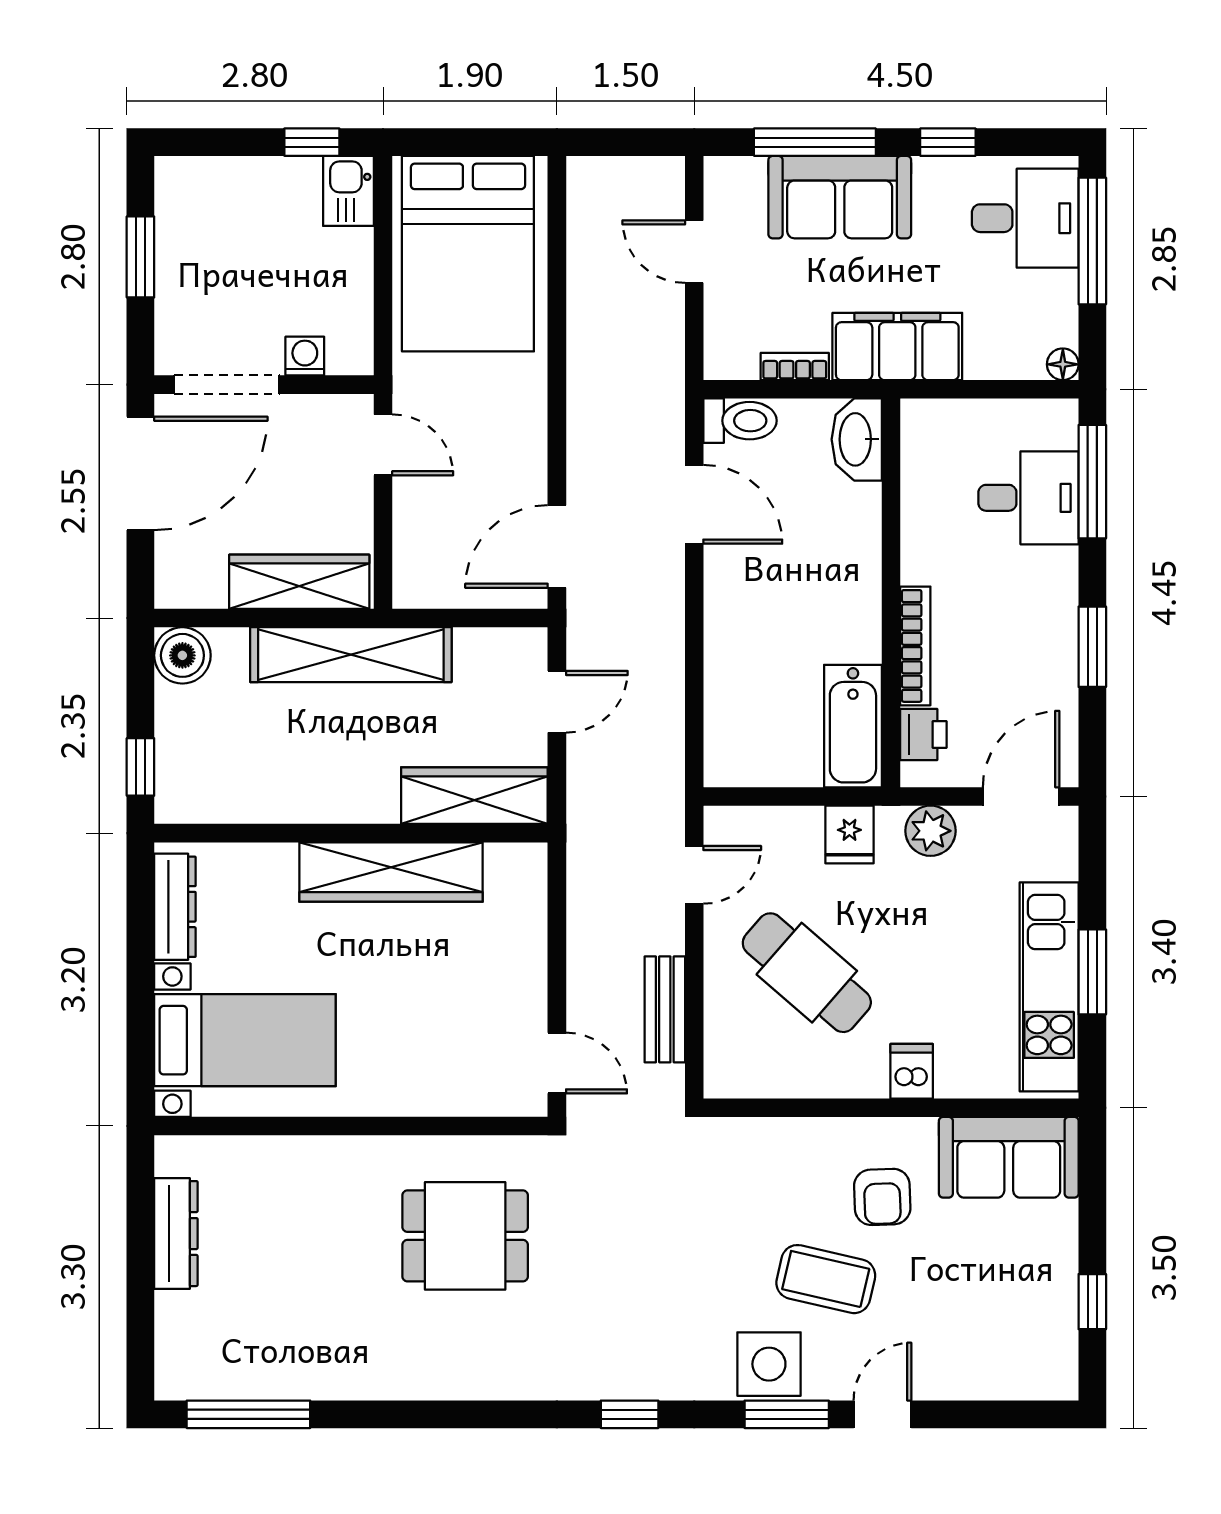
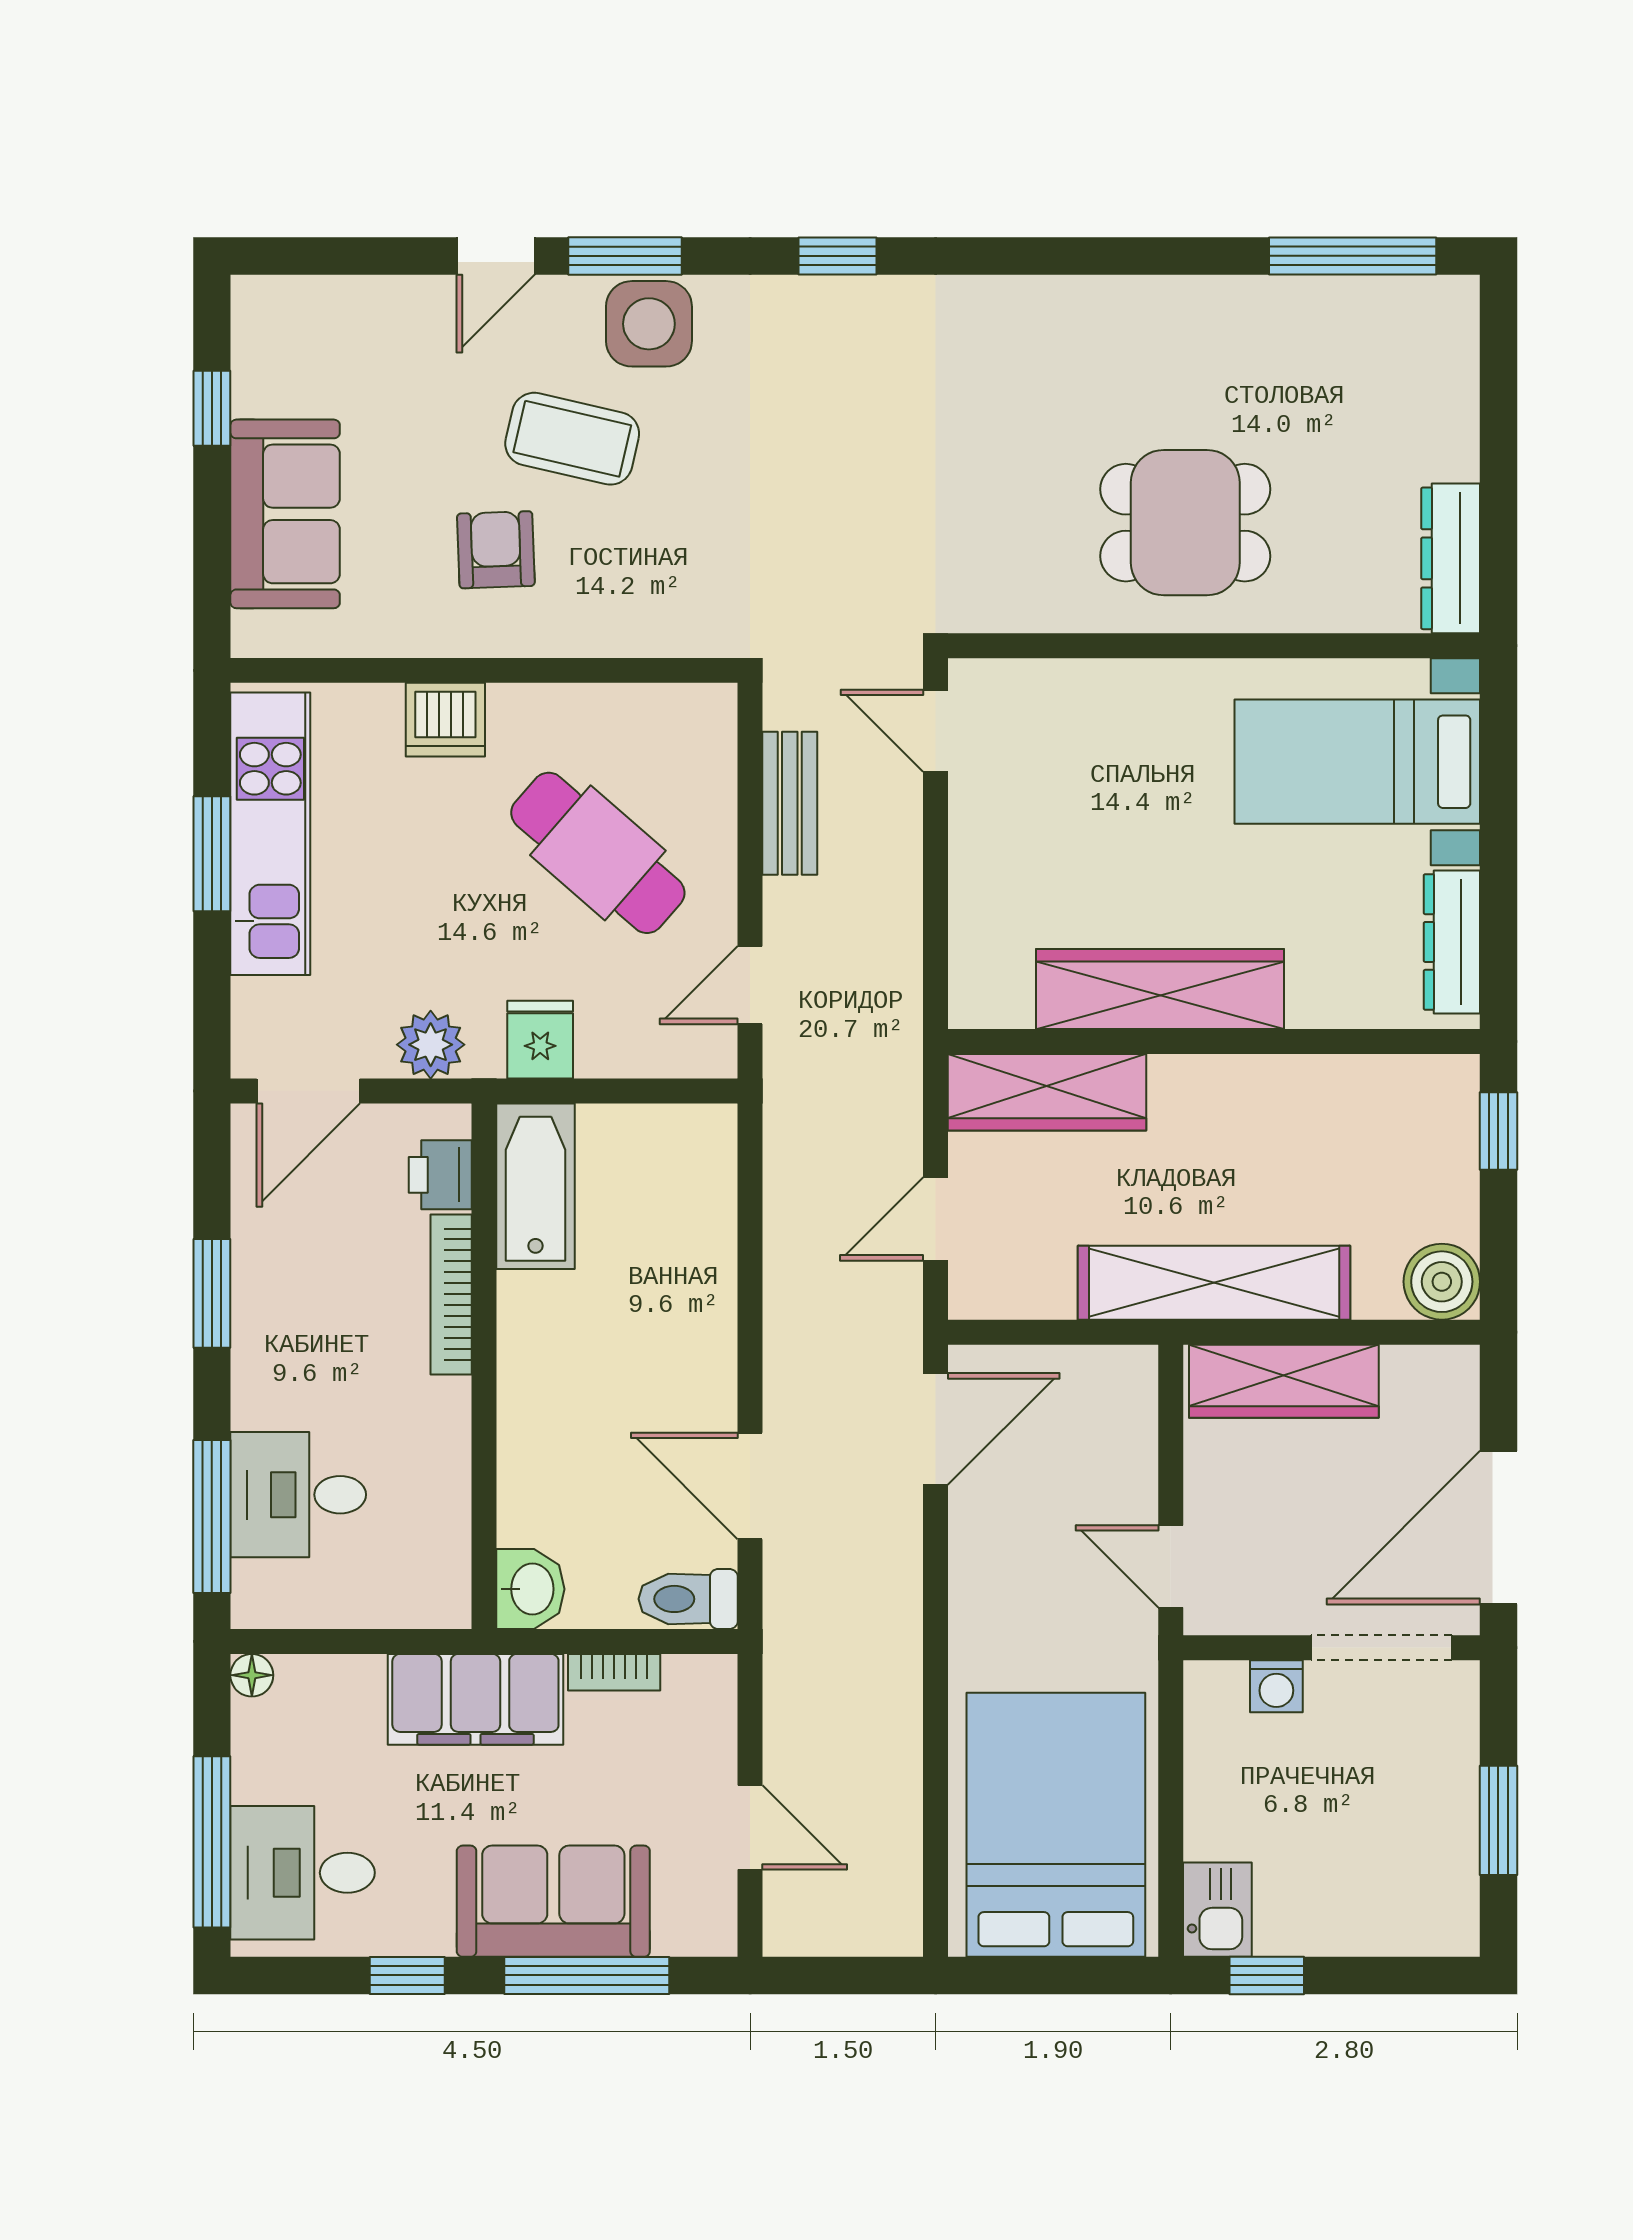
washbasin: (857, 439) -> (530, 1589), width x0.72
dishwasher: (912, 1071) -> (445, 720), width x1.38
sofa: (1009, 1157) -> (285, 514), moved, turned 90
dresser: (176, 1234) -> (1451, 558), moved
dining table: (465, 1236) -> (1185, 523), moved

